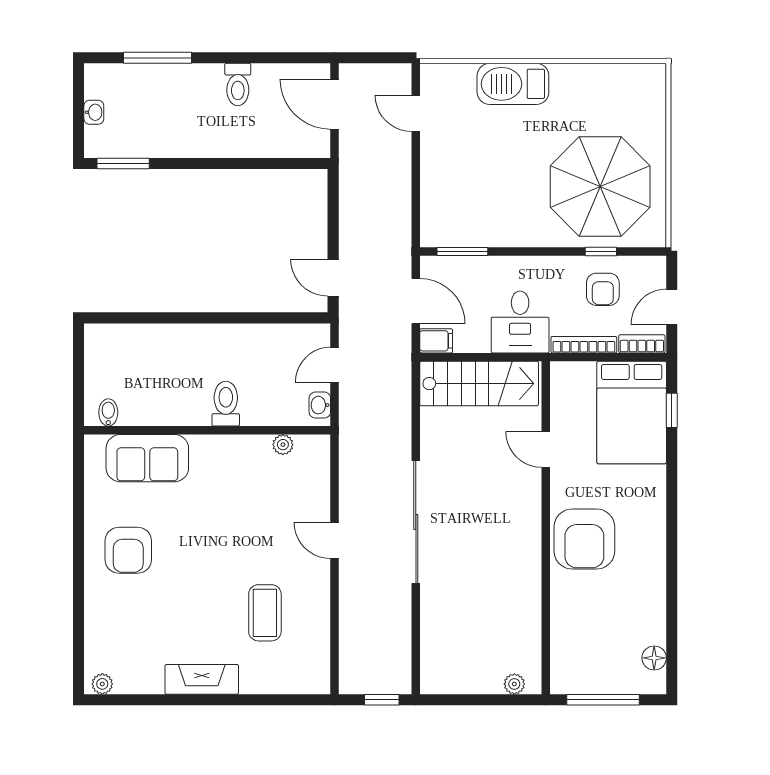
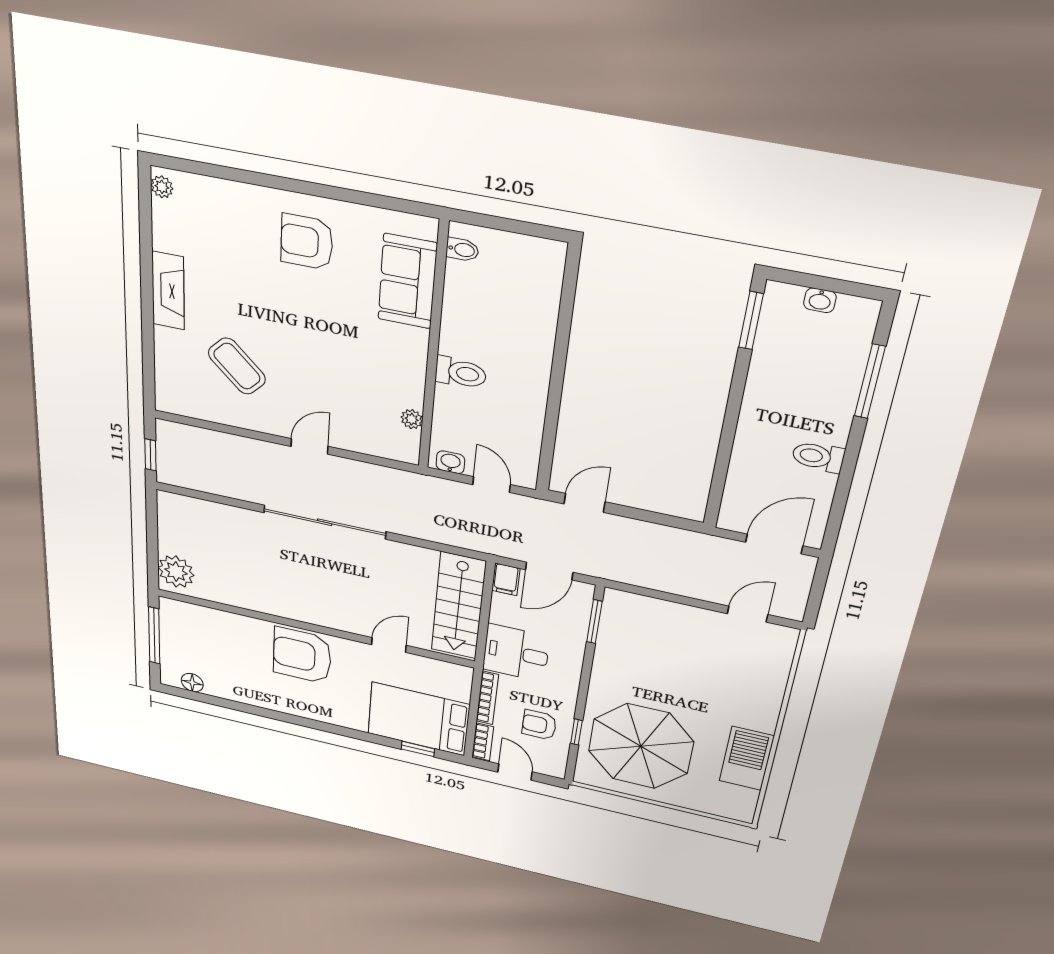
barbecue: (513, 84) -> (747, 758), moved
coffee table: (265, 613) -> (237, 366), turned 44
plant: (514, 684) -> (176, 572), width x1.87, depth x1.87

